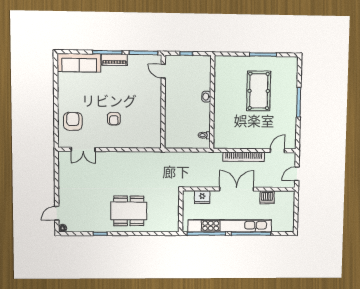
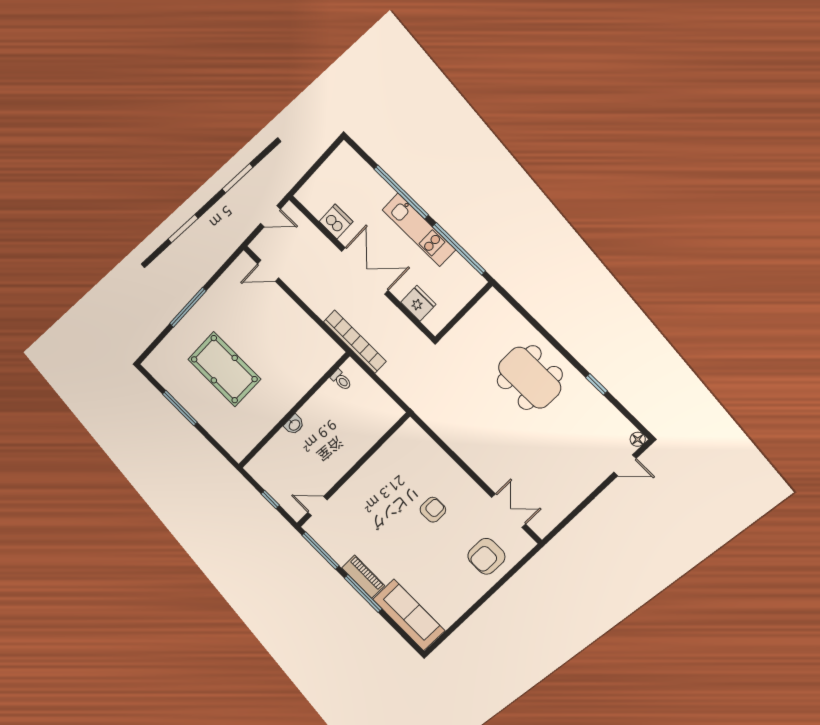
door: (163, 71) -> (317, 506), swing flipped
pool table: (259, 91) -> (224, 369), turned 90
bookcase: (244, 157) -> (355, 342), moved
double door: (237, 189) -> (365, 271), swing flipped
kitchen unit: (230, 226) -> (419, 230), width x0.54

